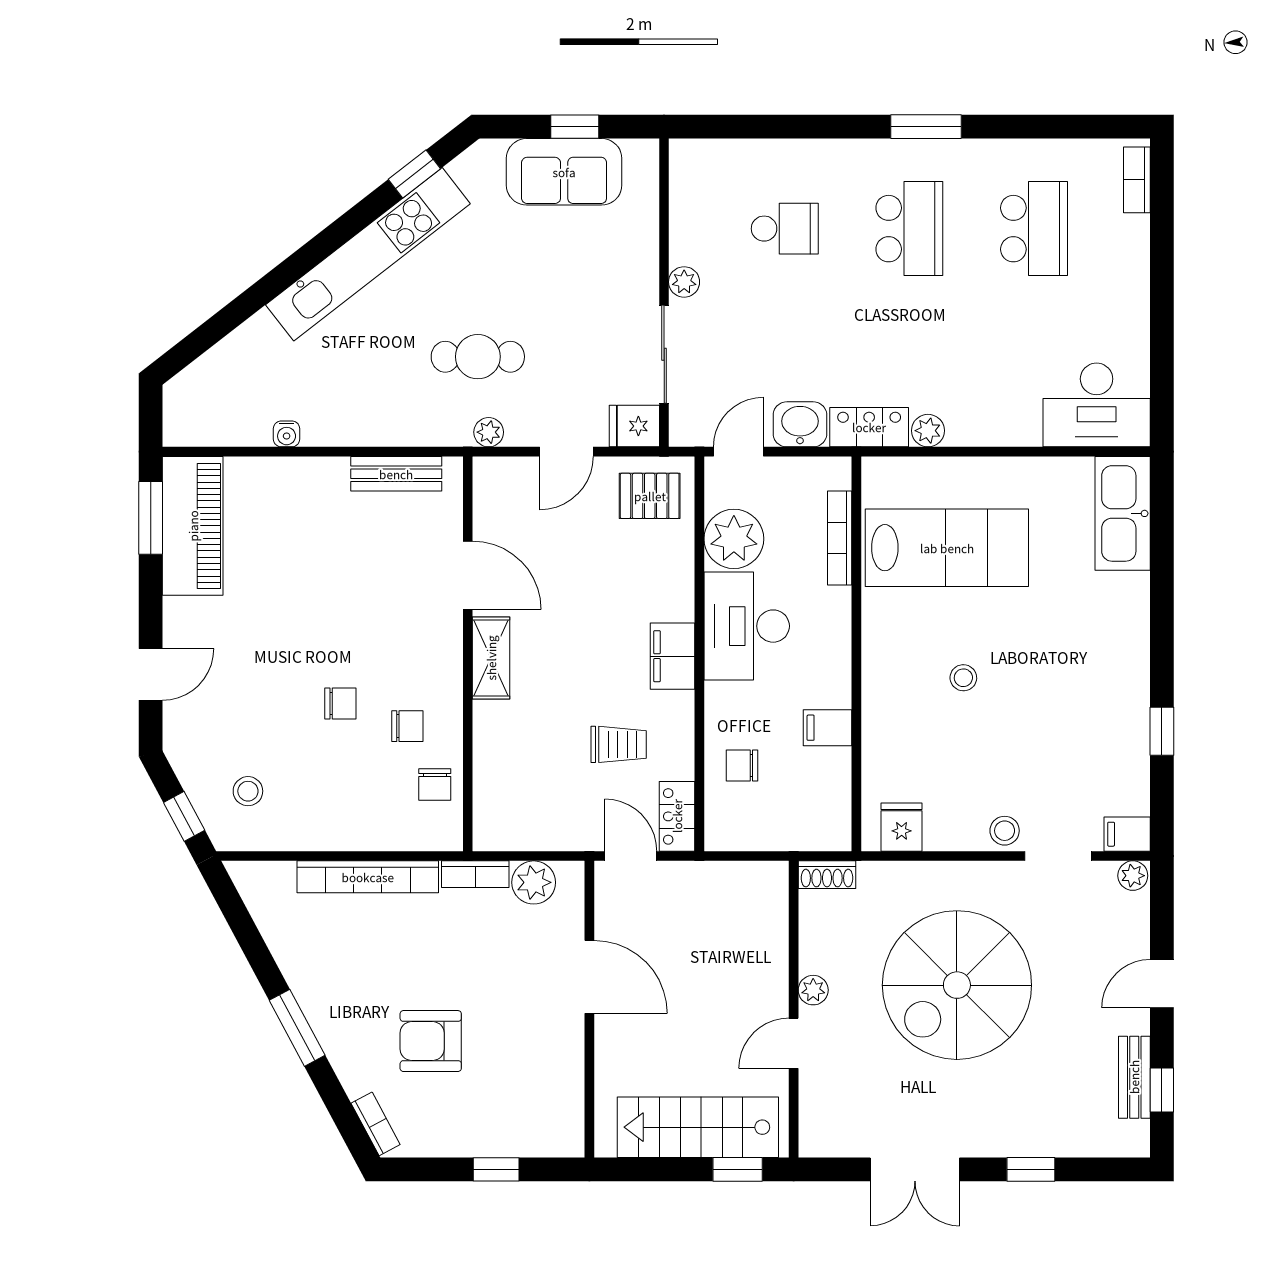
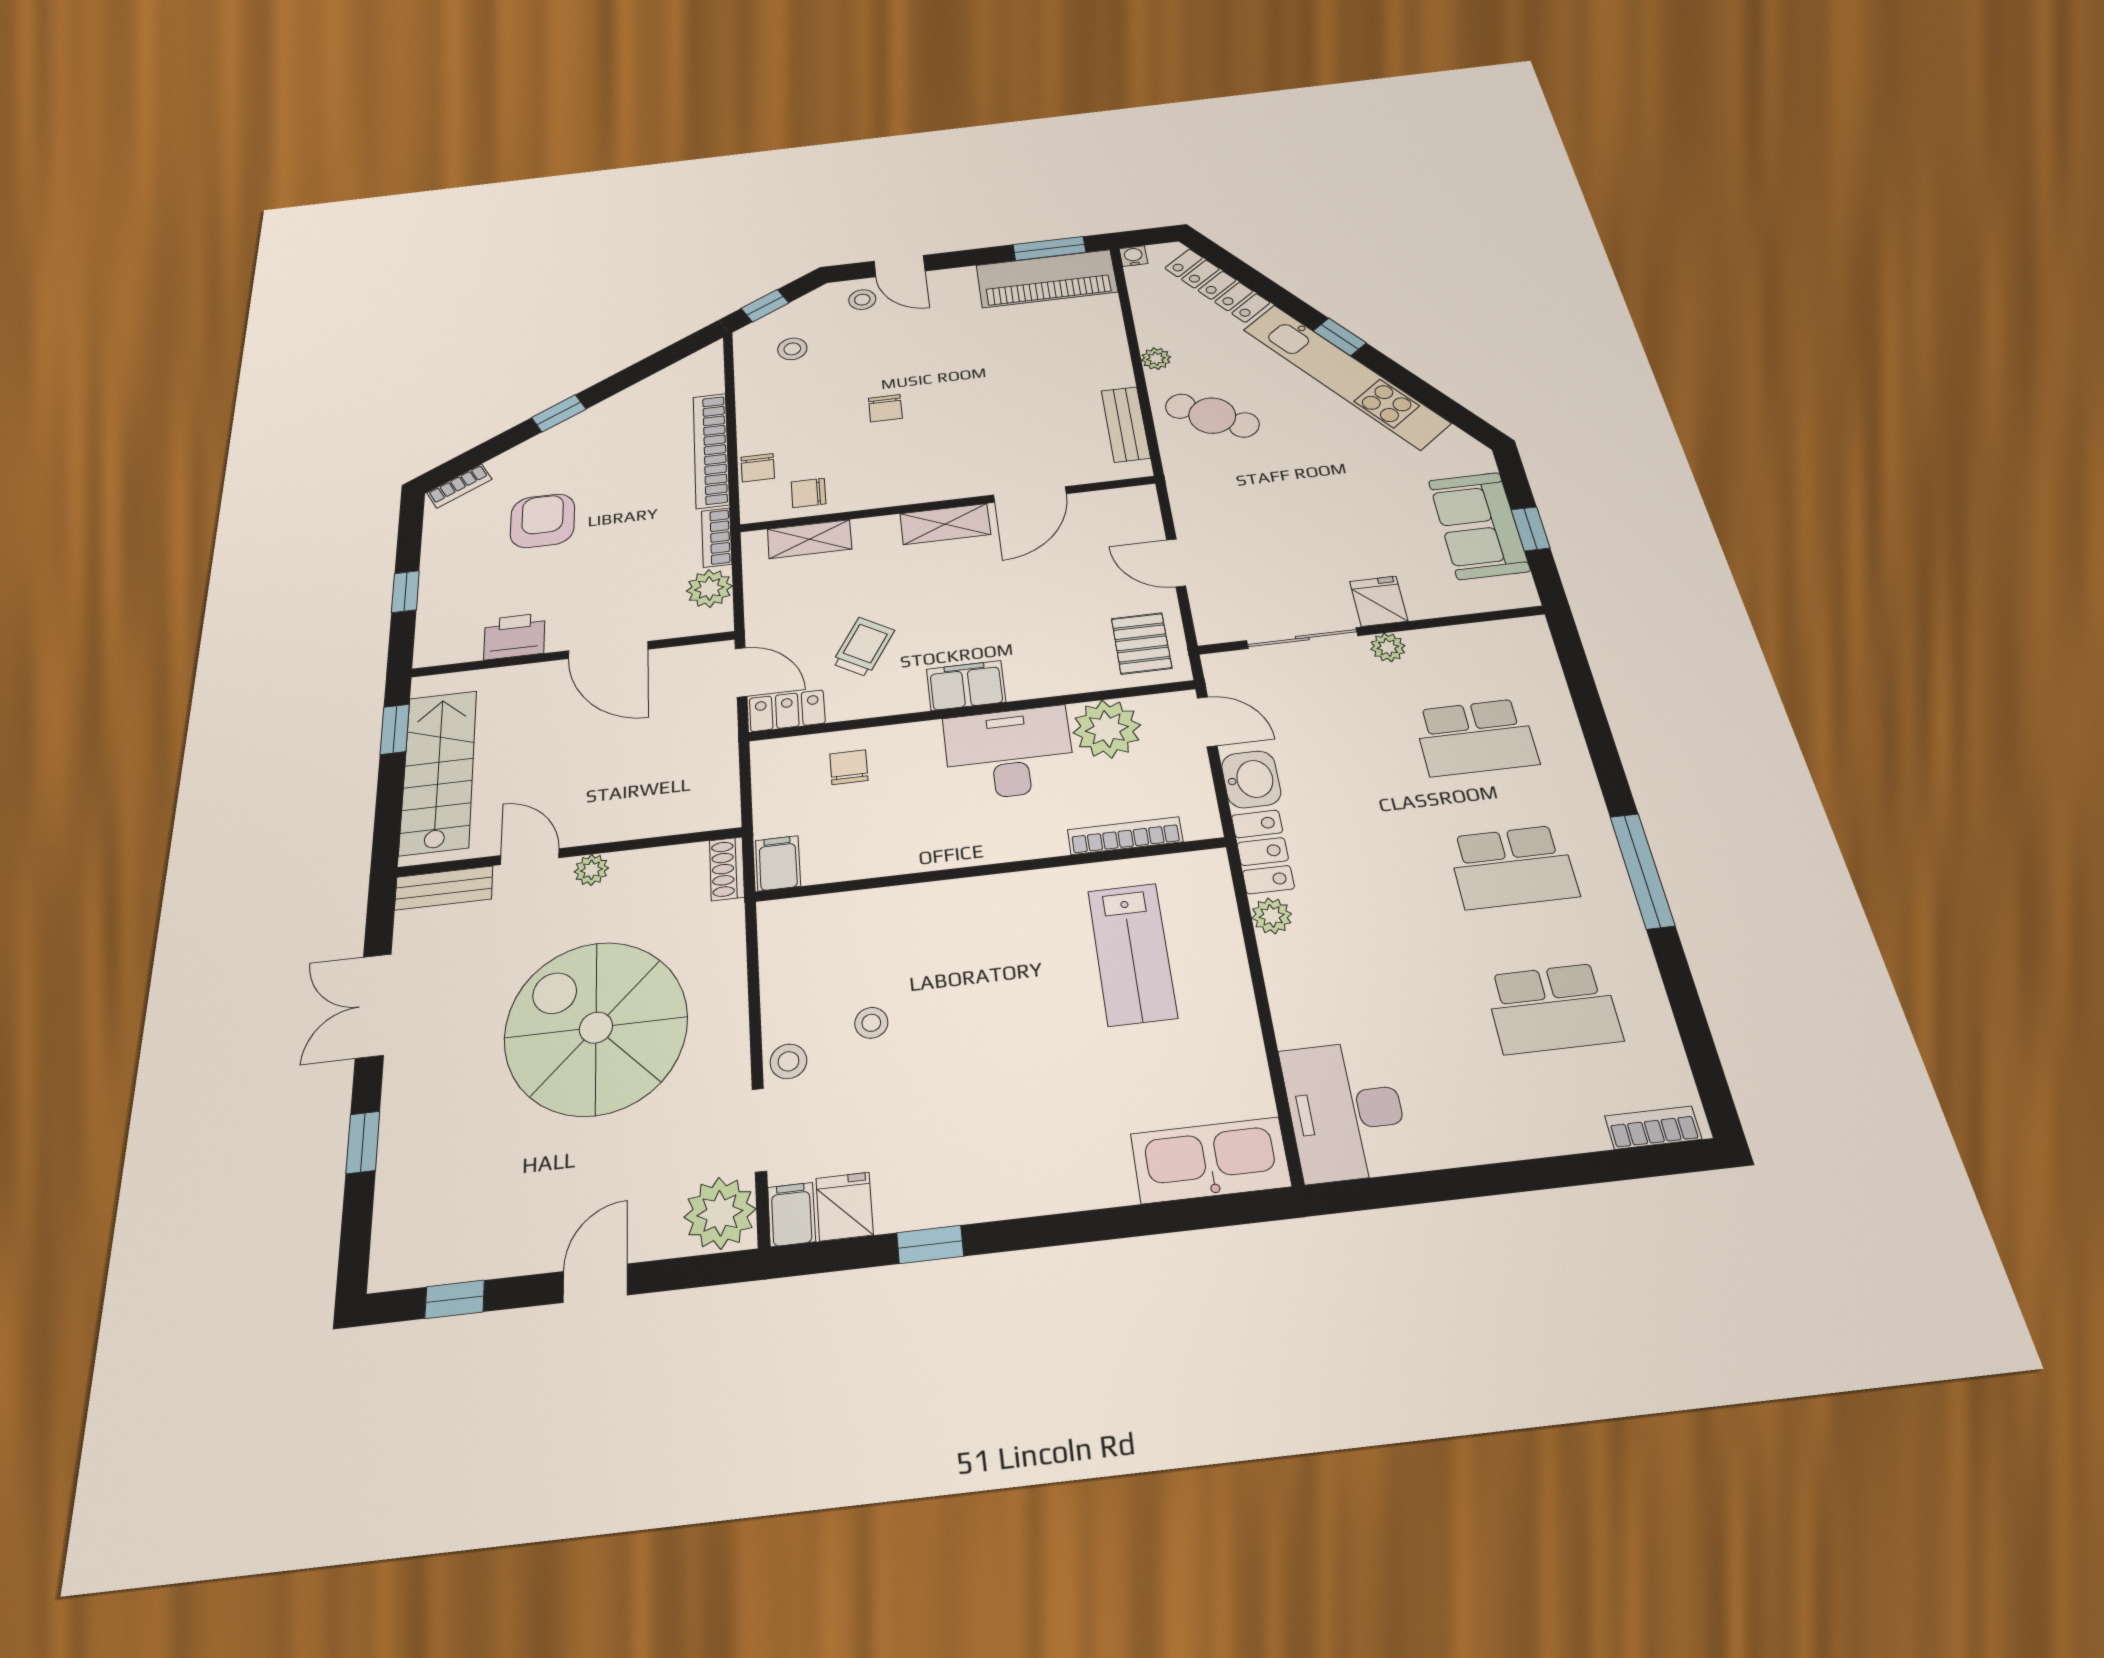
window: (926, 127) -> (1642, 871), width x1.44
window: (414, 174) -> (1340, 337), moved
school desk: (785, 229) -> (1476, 737), width x1.85
locker: (229, 357) -> (1217, 285), added
cafe table: (478, 357) -> (1212, 416), moved, turned -60
fridge: (634, 426) -> (1379, 601), moved
plant: (489, 432) -> (1156, 359), moved
water cooler: (287, 434) -> (1133, 256), moved, turned 90
lab bench: (947, 548) -> (1132, 954), width x0.73, depth x0.72
stool: (963, 678) -> (871, 1023), moved
stool: (192, 716) -> (862, 300), added
chair: (407, 726) -> (758, 468), moved
filing cabinet: (828, 728) -> (778, 863), moved
trolley: (619, 744) -> (863, 647), turned -149
shelving: (490, 787) -> (810, 539), added
fridge: (902, 827) -> (845, 1206), moved, turned -90
door: (631, 856) -> (741, 672), hinge flipped
plant: (1133, 876) -> (720, 1213), width x1.88, depth x1.88
door: (589, 977) -> (608, 650), hinge flipped
door: (1162, 984) -> (595, 1283), hinge flipped
window: (297, 1028) -> (559, 413), width x0.67
printer: (562, 1064) -> (514, 636), added
bench: (1134, 1077) -> (444, 888), moved
window: (738, 1169) -> (395, 729), moved

